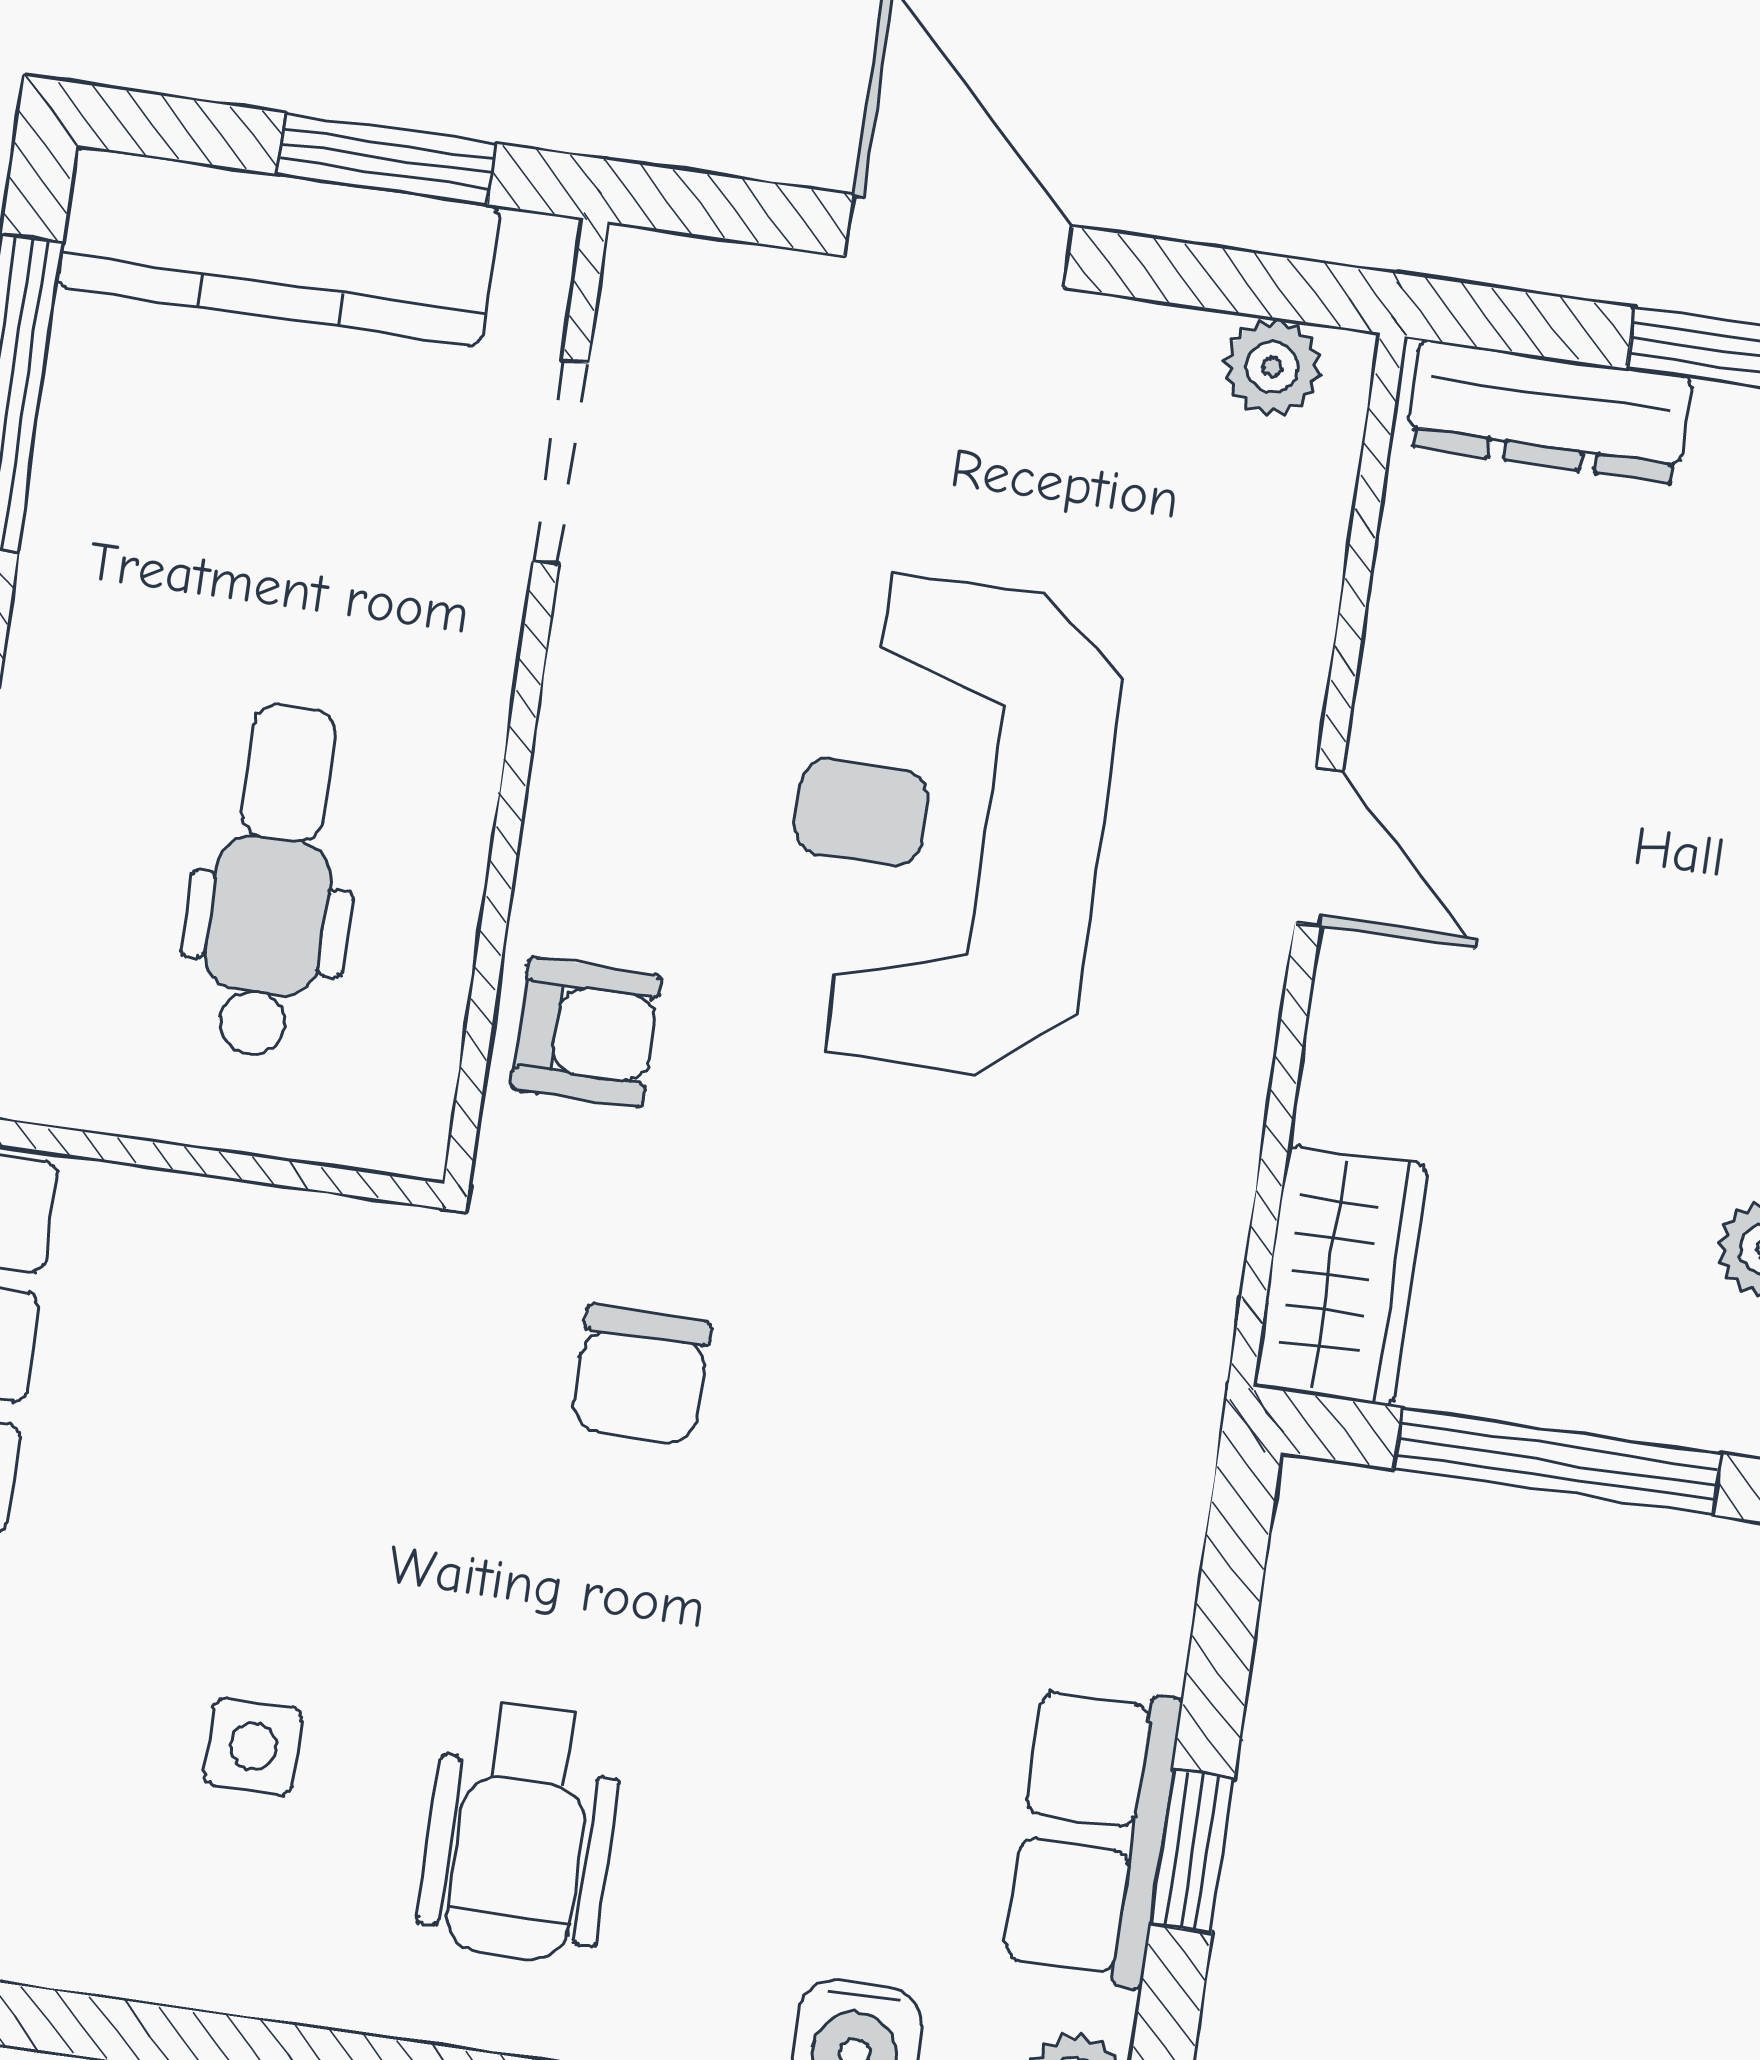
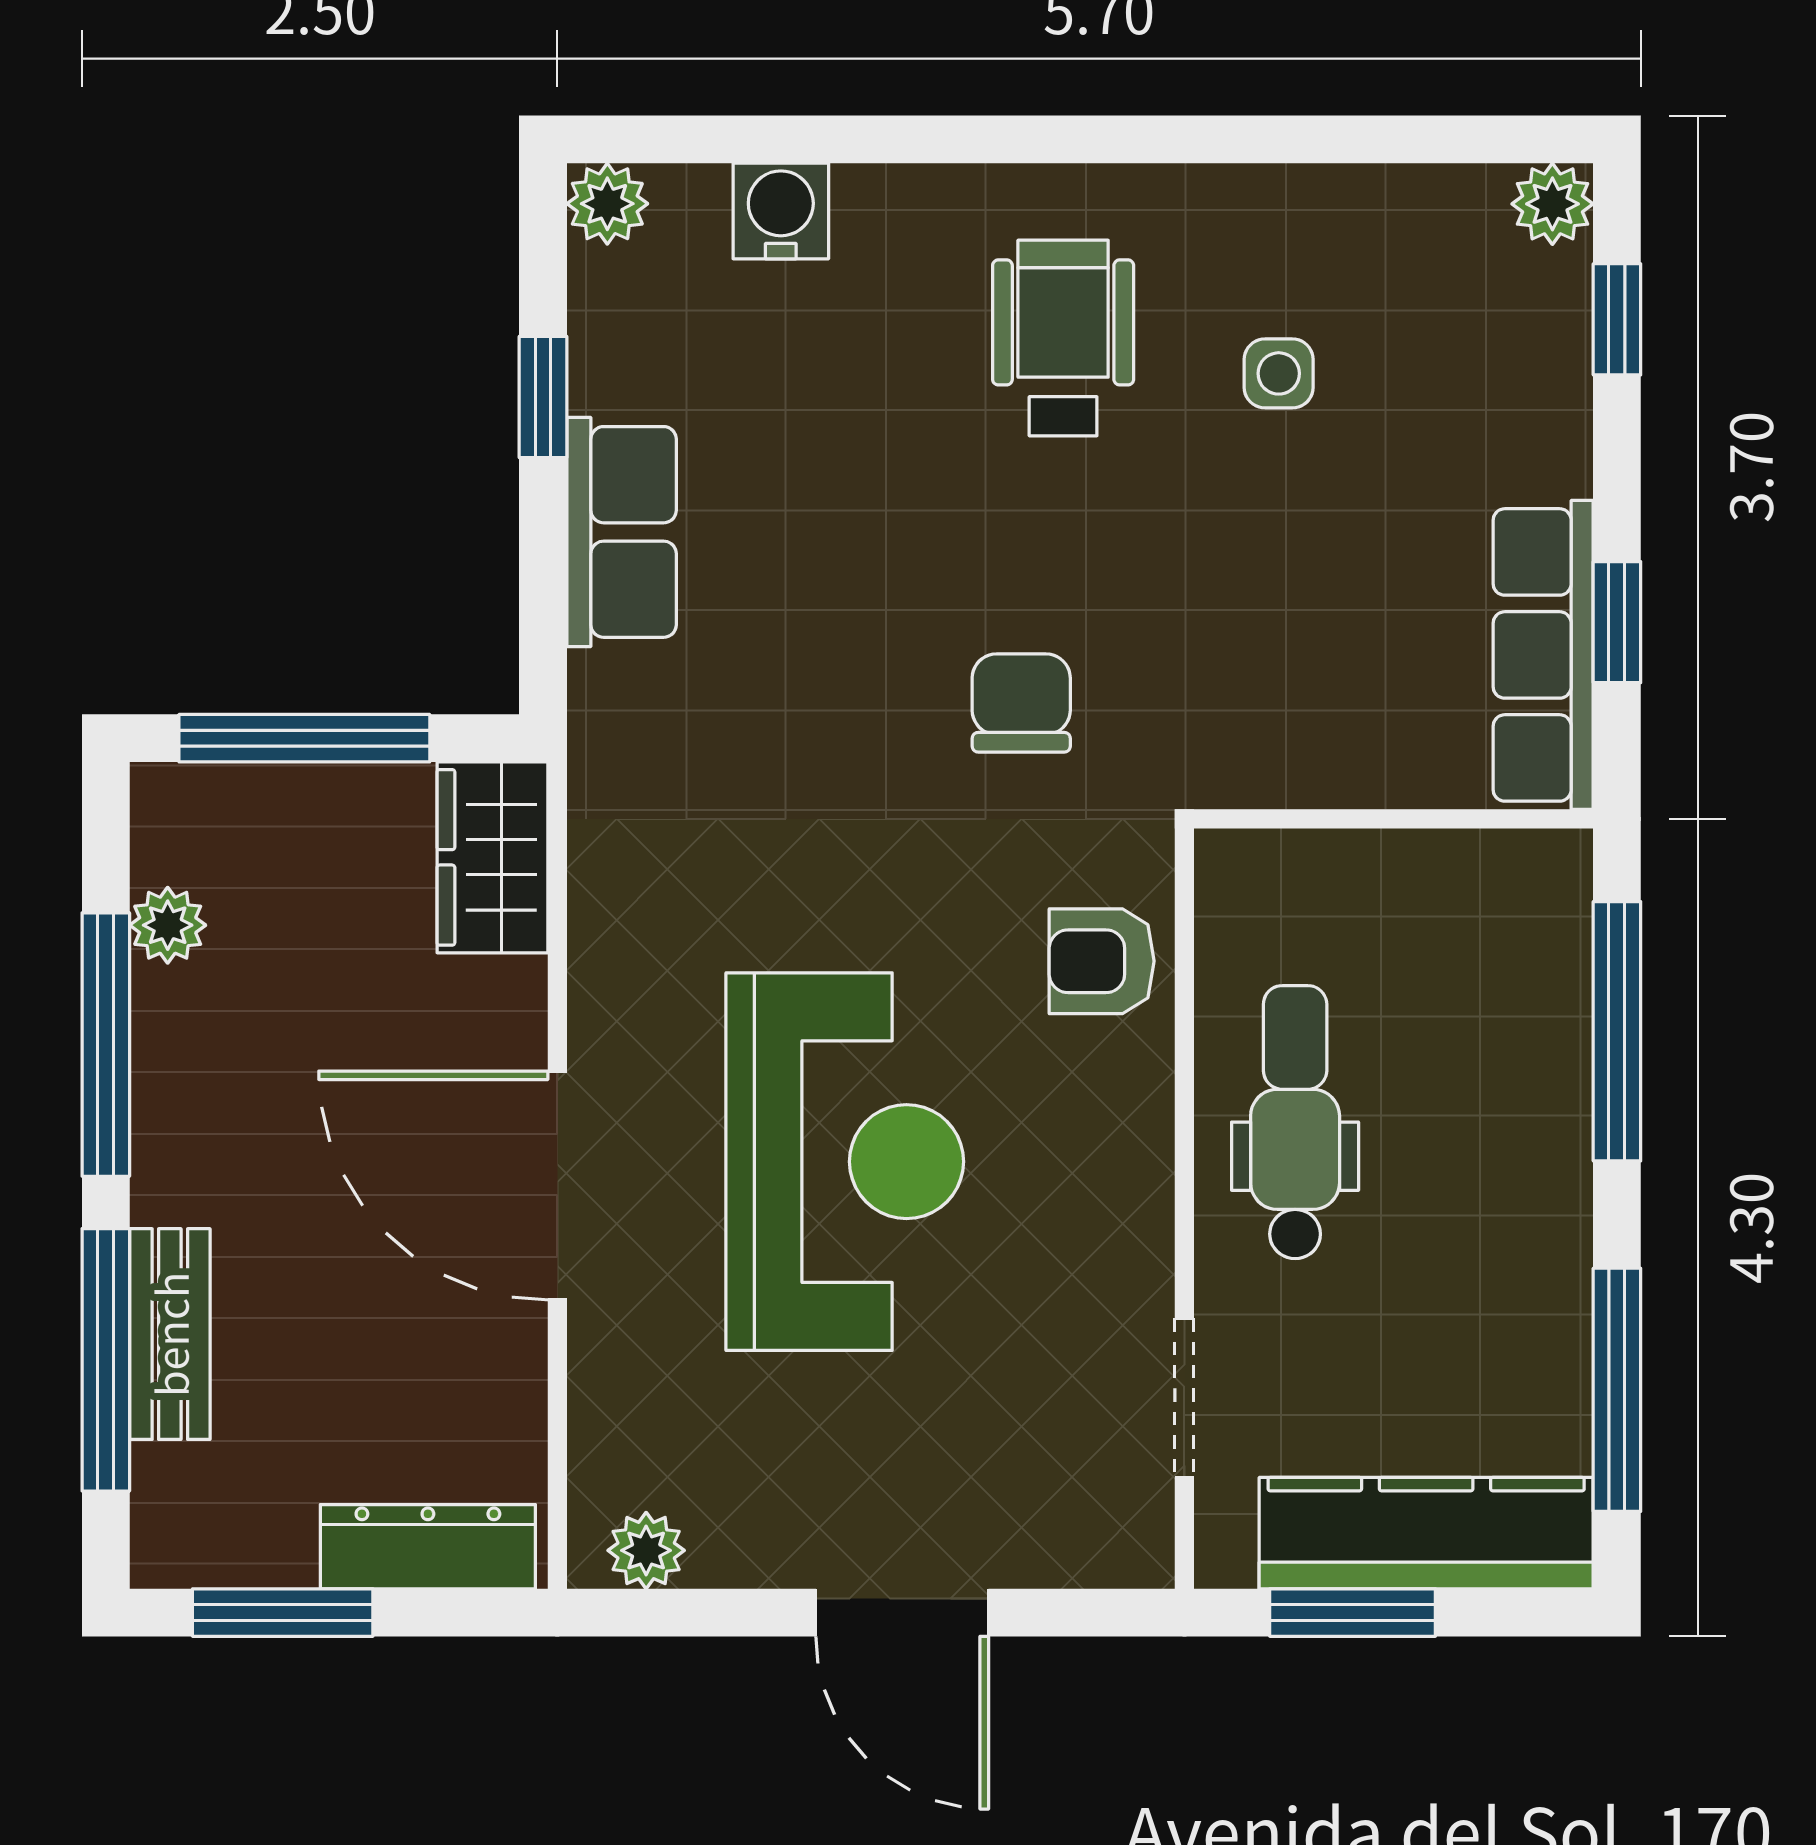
door: (1319, 847) -> (557, 1185), width x1.88
dental chair: (273, 880) -> (1295, 1122), moved, turned 180
row of seats: (1093, 1835) -> (622, 532), moved

